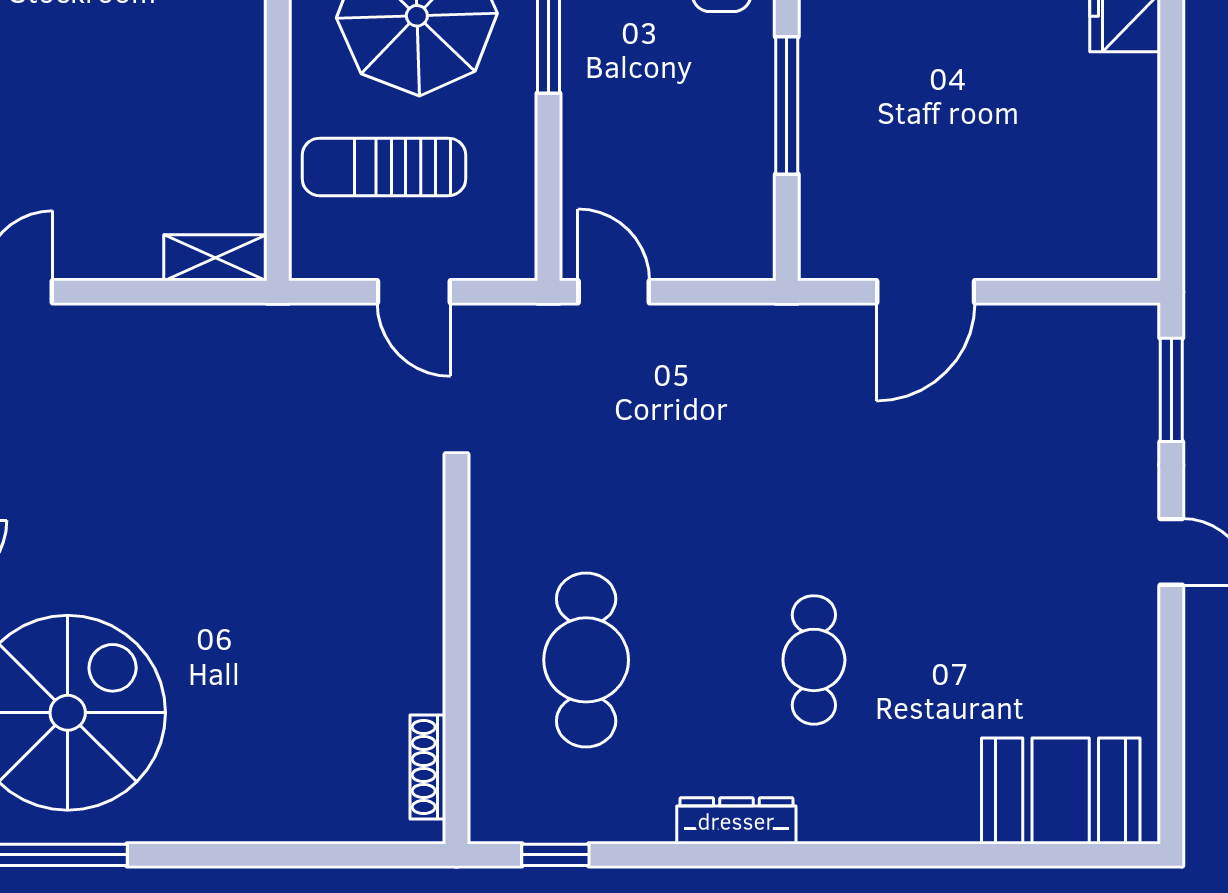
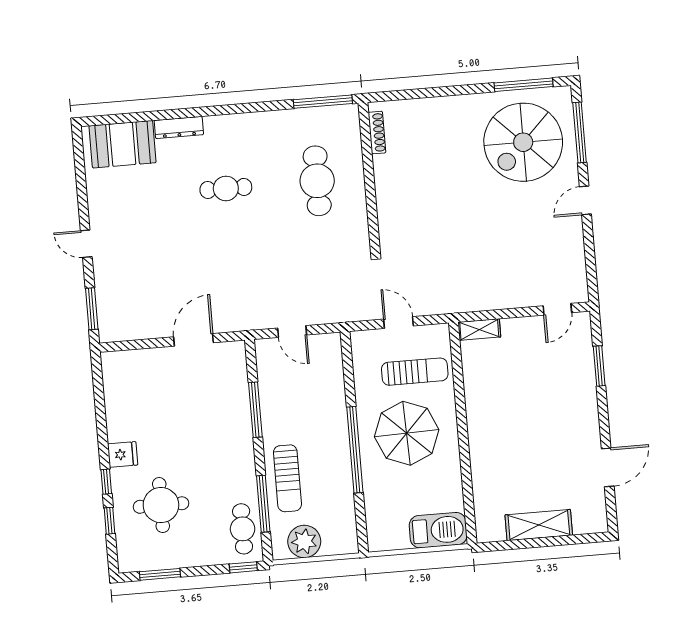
door: (614, 292) -> (292, 332), moved
cafe table: (814, 660) -> (226, 188), turned 90
dresser: (736, 821) -> (179, 127), moved
window: (555, 855) -> (323, 102), width x2.17

